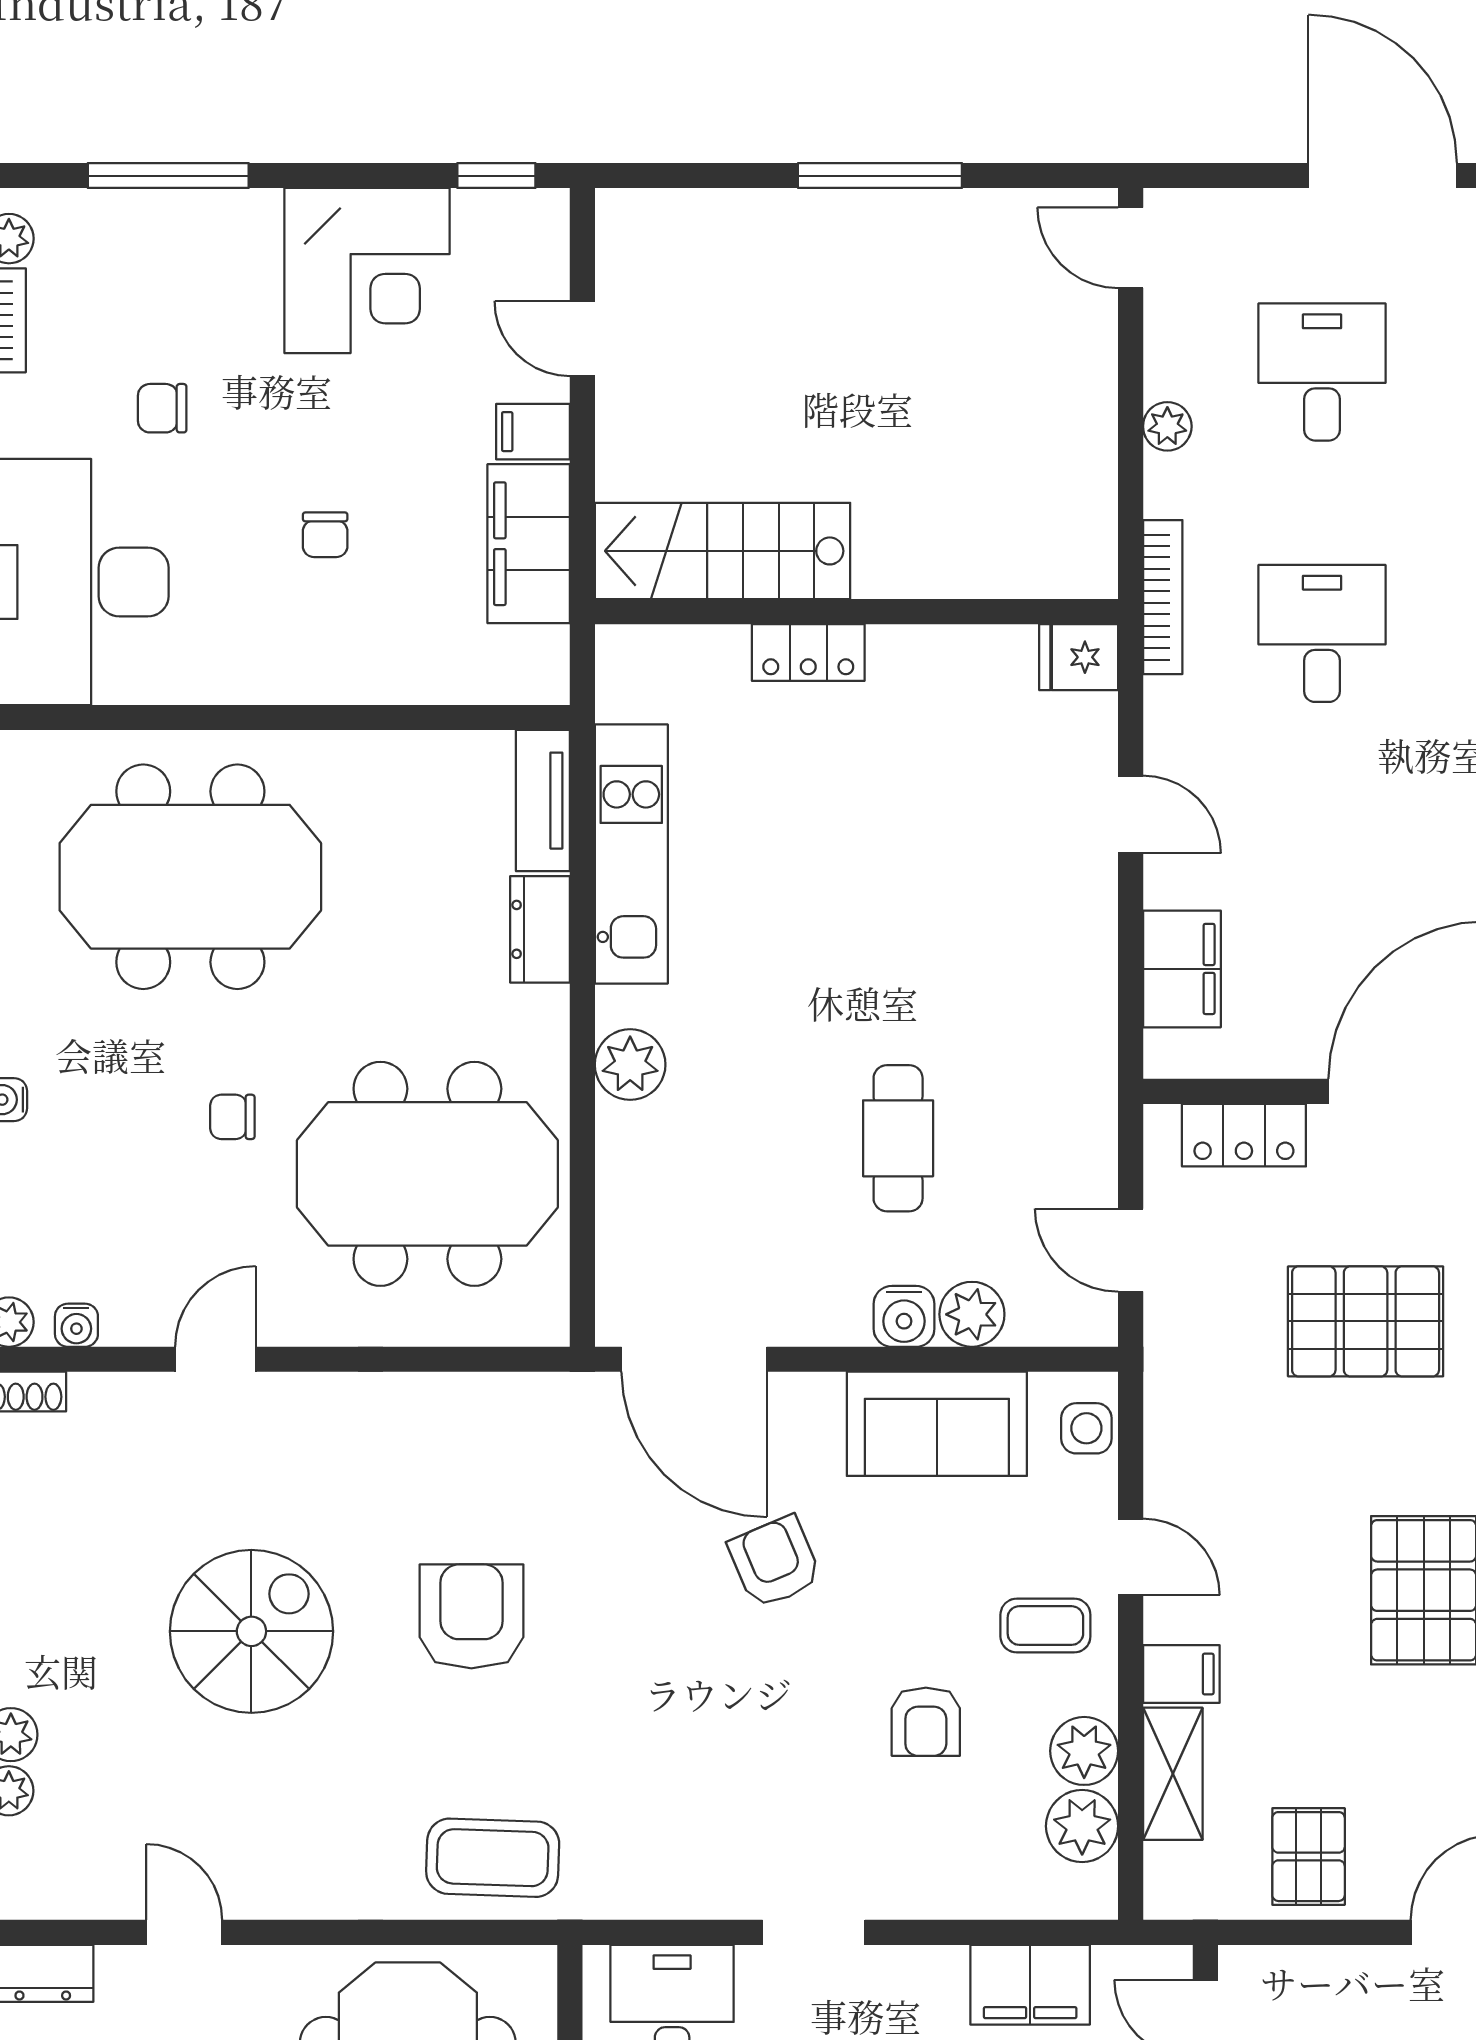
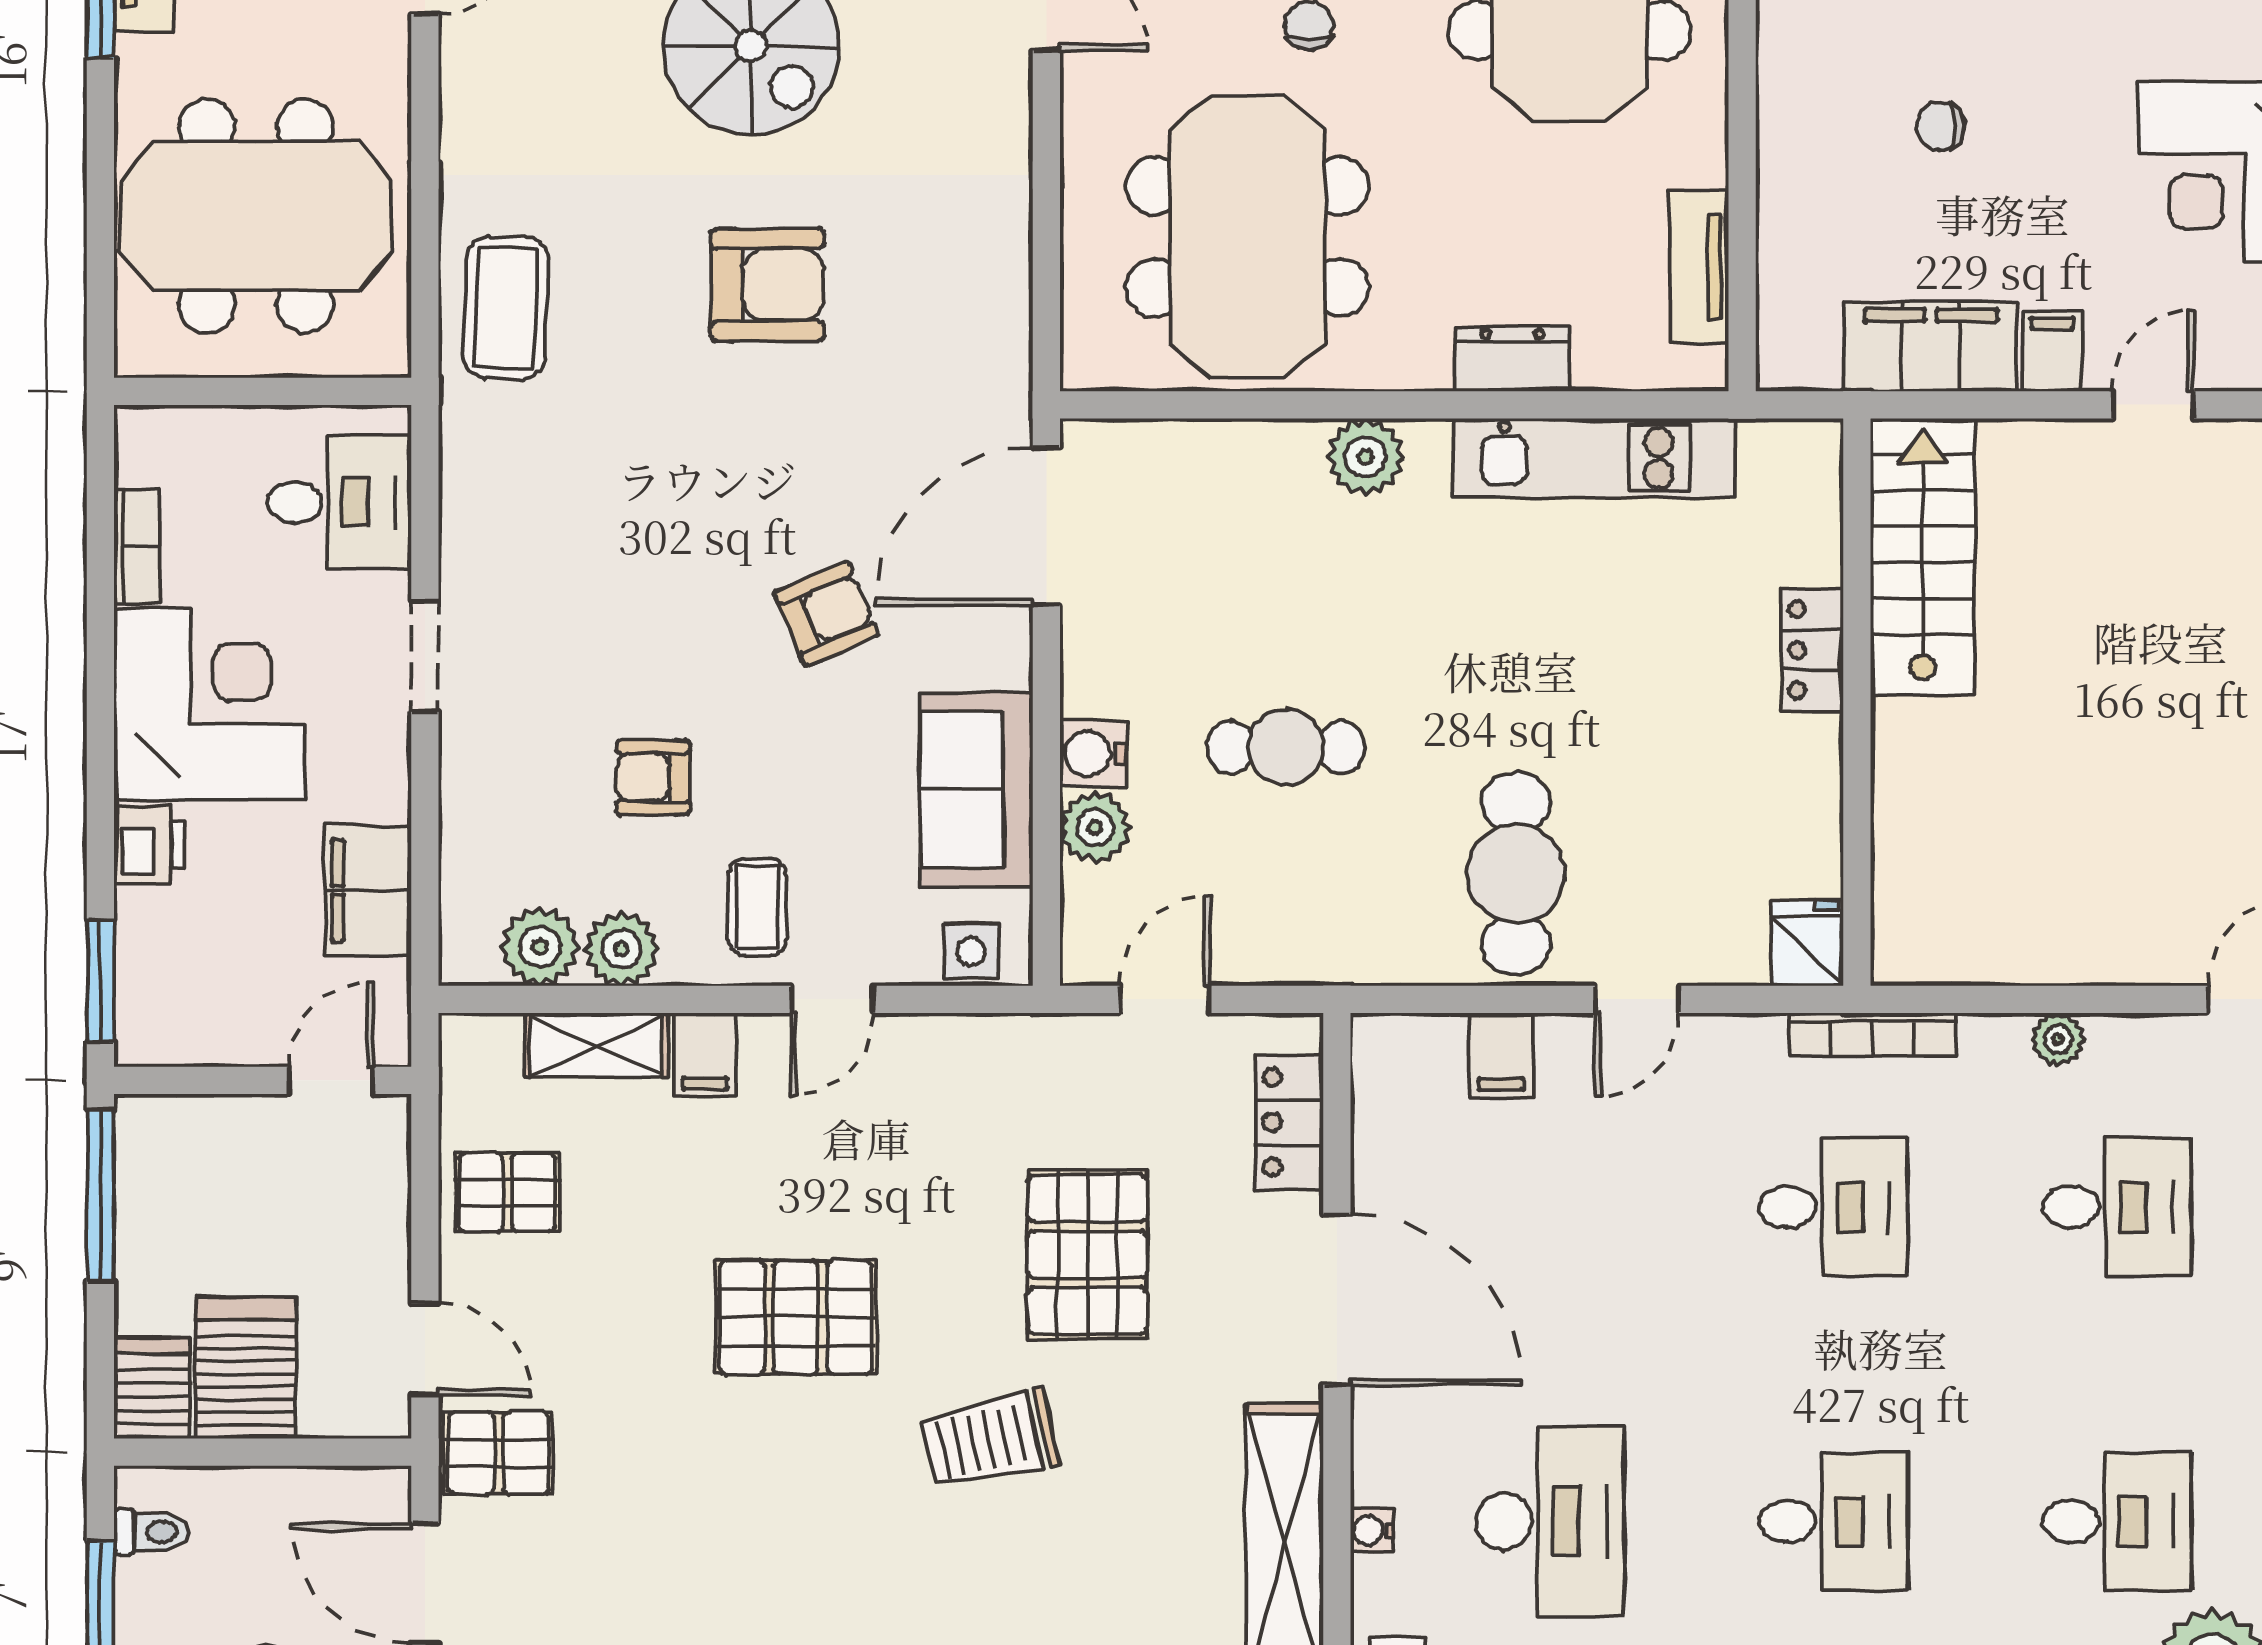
tv unit: (543, 801) -> (1699, 267), moved, turned -90
cafe table: (1015, 926) -> (1516, 874), added
filing cabinet: (1182, 969) -> (1501, 1055), width x0.50

